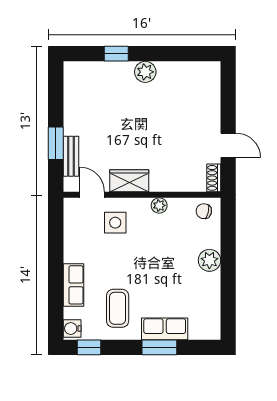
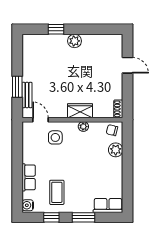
door: (228, 145) -> (128, 65), moved
wardrobe: (129, 181) -> (80, 111), moved
plant: (209, 260) -> (116, 150), moved
row of seats: (165, 329) -> (108, 205), moved
window: (89, 347) -> (51, 217), moved

